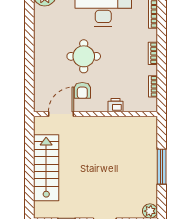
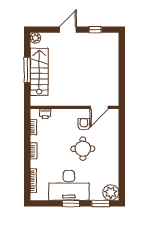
printer: (115, 105) -> (45, 114), moved
stairs: (46, 168) -> (39, 72), moved, turned 180

